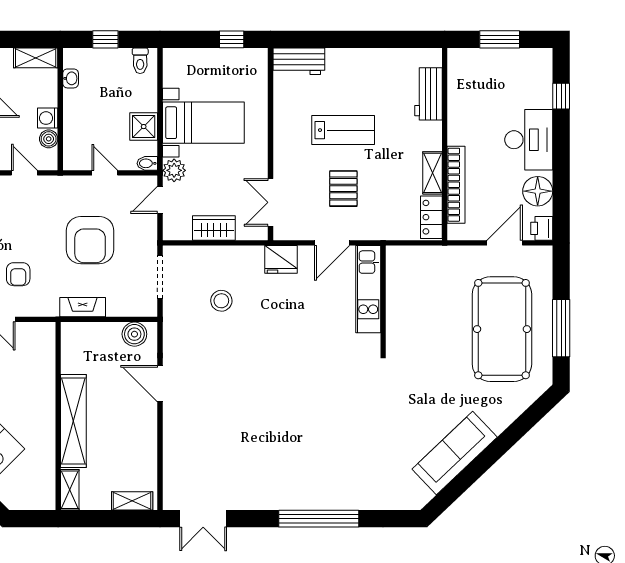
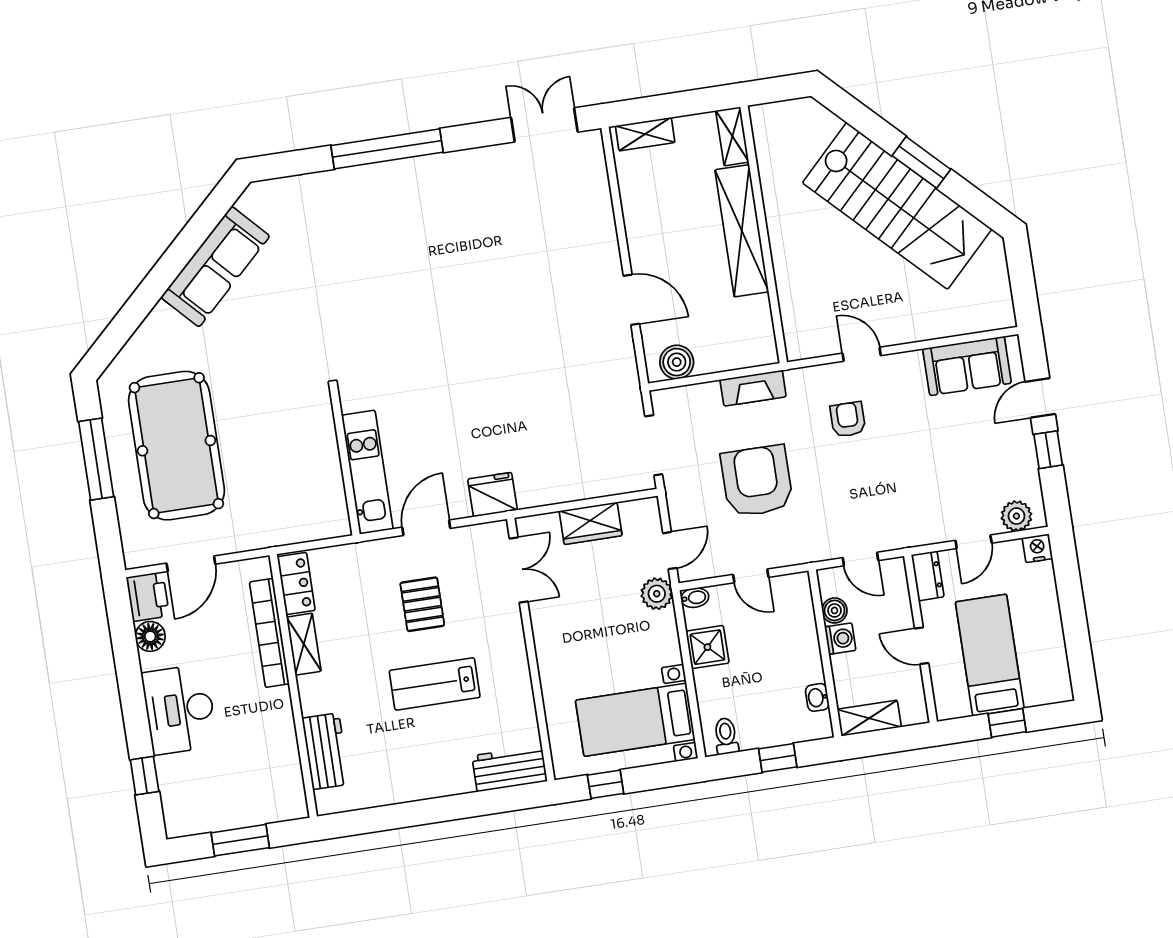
bed with nightstands: (203, 123) -> (635, 720), moved
floor lamp: (538, 191) -> (150, 636), width x0.73, depth x0.73
printer: (542, 228) -> (148, 597), width x1.36, depth x1.24
stool: (221, 301) -> (565, 426), removed

